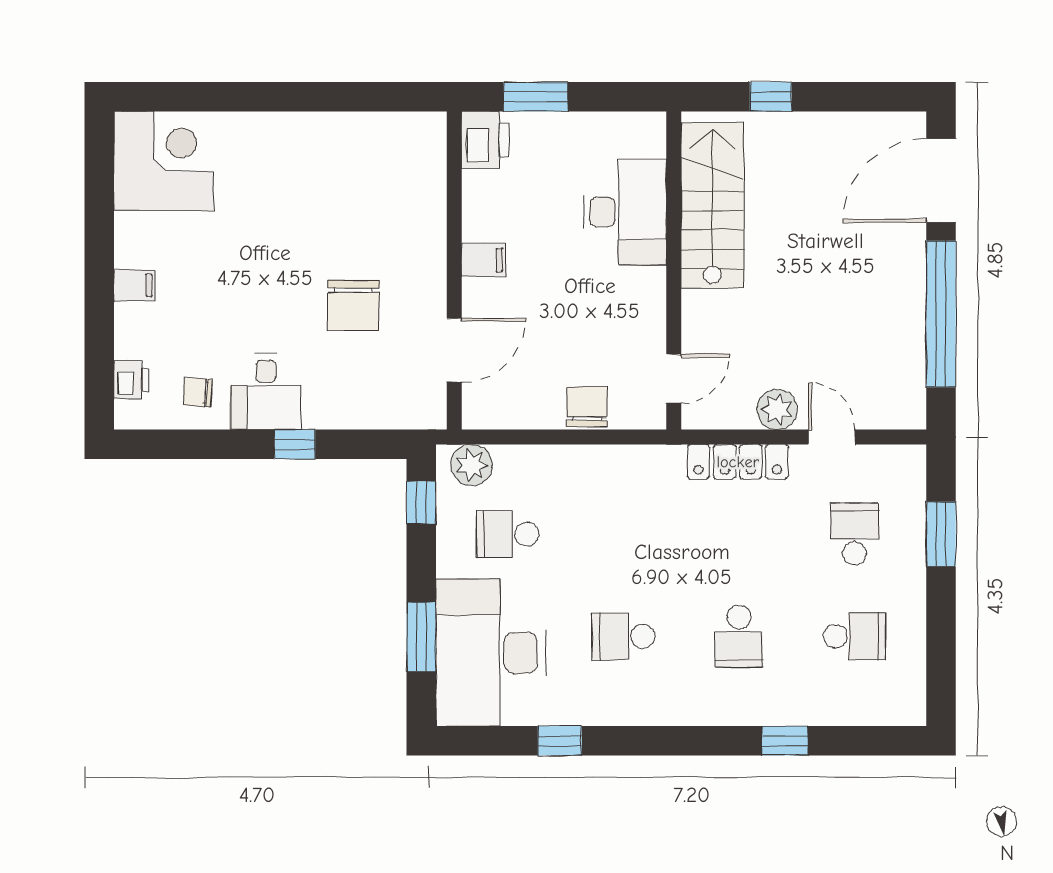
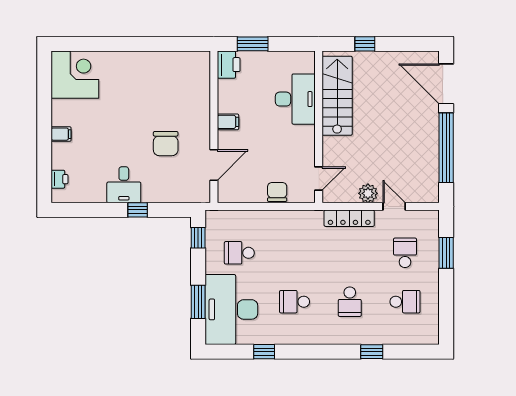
door: (941, 180) -> (446, 84), hinge flipped
chair: (198, 392) -> (91, 185), removed
plant: (471, 465) -> (222, 220), removed

